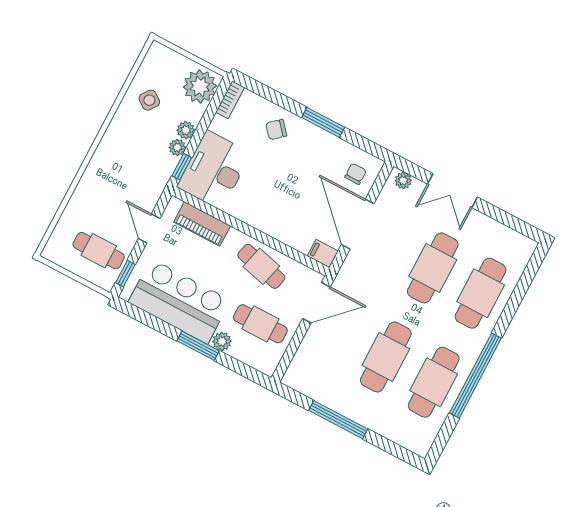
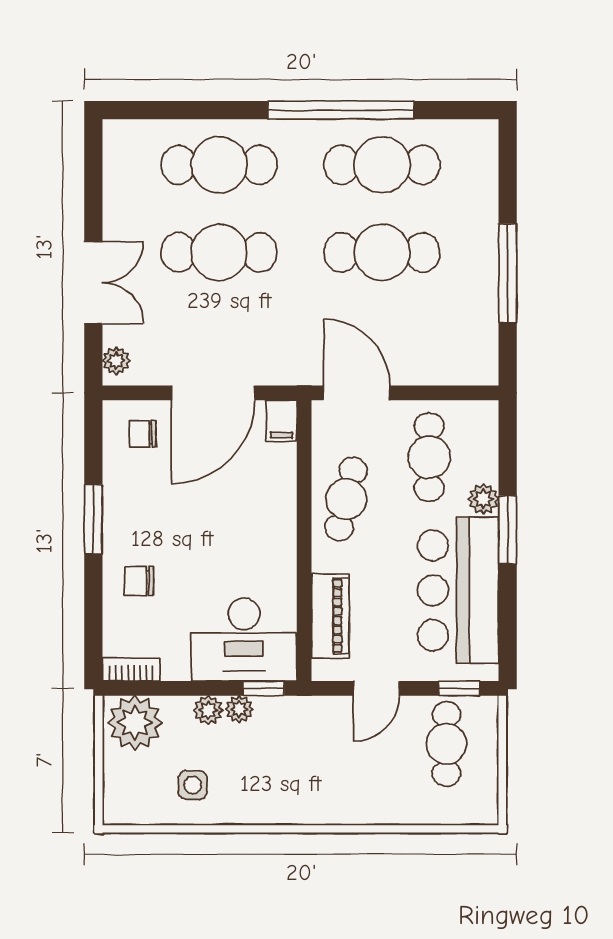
side table: (149, 100) -> (193, 785), turned -37
chair: (276, 129) -> (139, 581), turned 131

